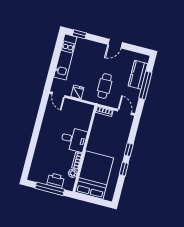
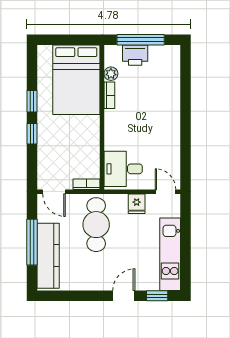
door: (115, 44) -> (124, 296), moved
kitchen counter: (138, 75) -> (48, 256), width x1.50
cafe table: (105, 86) -> (96, 225), width x1.37, depth x1.35
desk: (74, 139) -> (123, 169), moved

